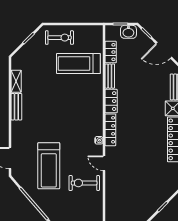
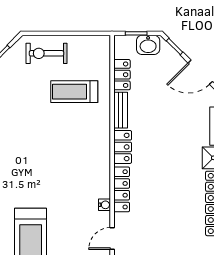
exercise bike: (60, 38) -> (46, 53), turned 180
treadmill: (78, 64) -> (74, 92), width x0.73, depth x0.73
door: (104, 163) -> (112, 239), hinge flipped

